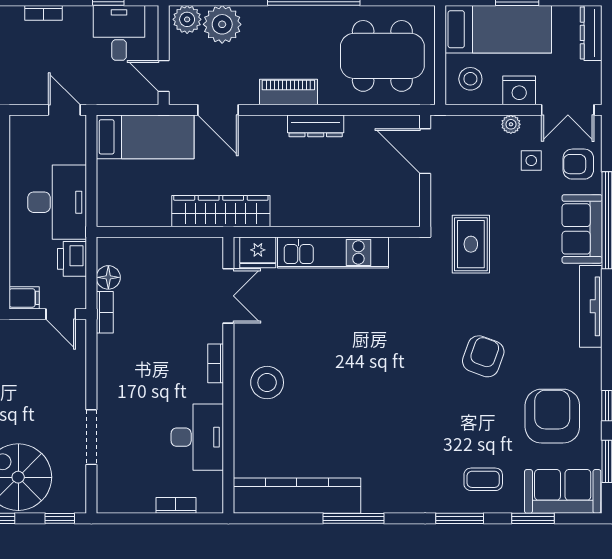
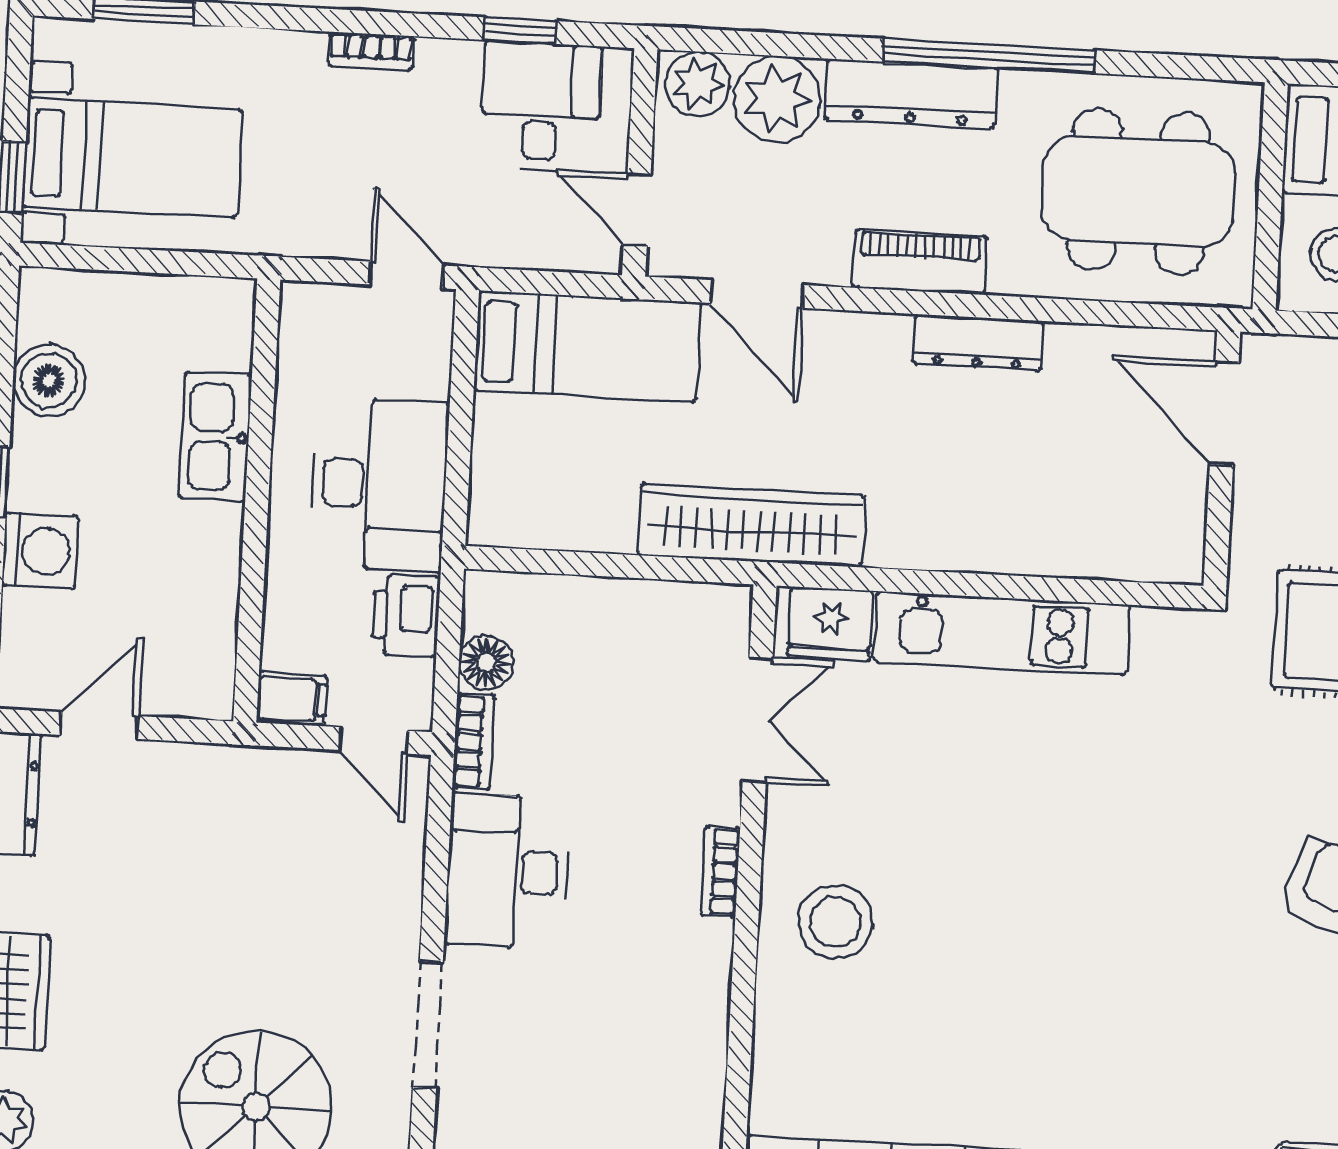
dresser: (281, 19) -> (911, 94), added
desk: (197, 437) -> (507, 871), moved, turned 180

